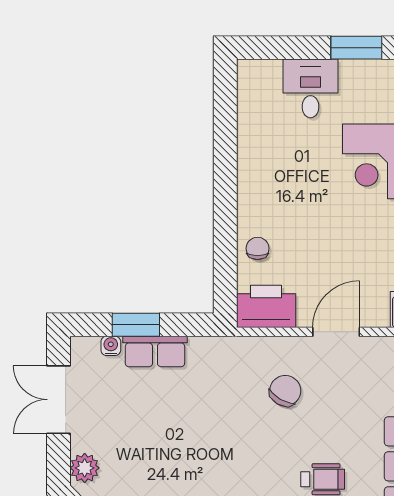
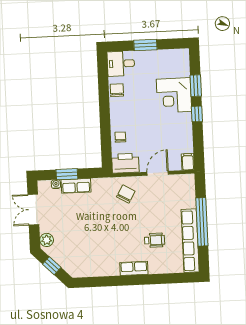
window: (356, 48) -> (145, 45), moved
desk: (310, 88) -> (121, 64), moved, turned -90
chair: (255, 145) -> (117, 90), added
chair: (285, 391) -> (126, 194), moved

